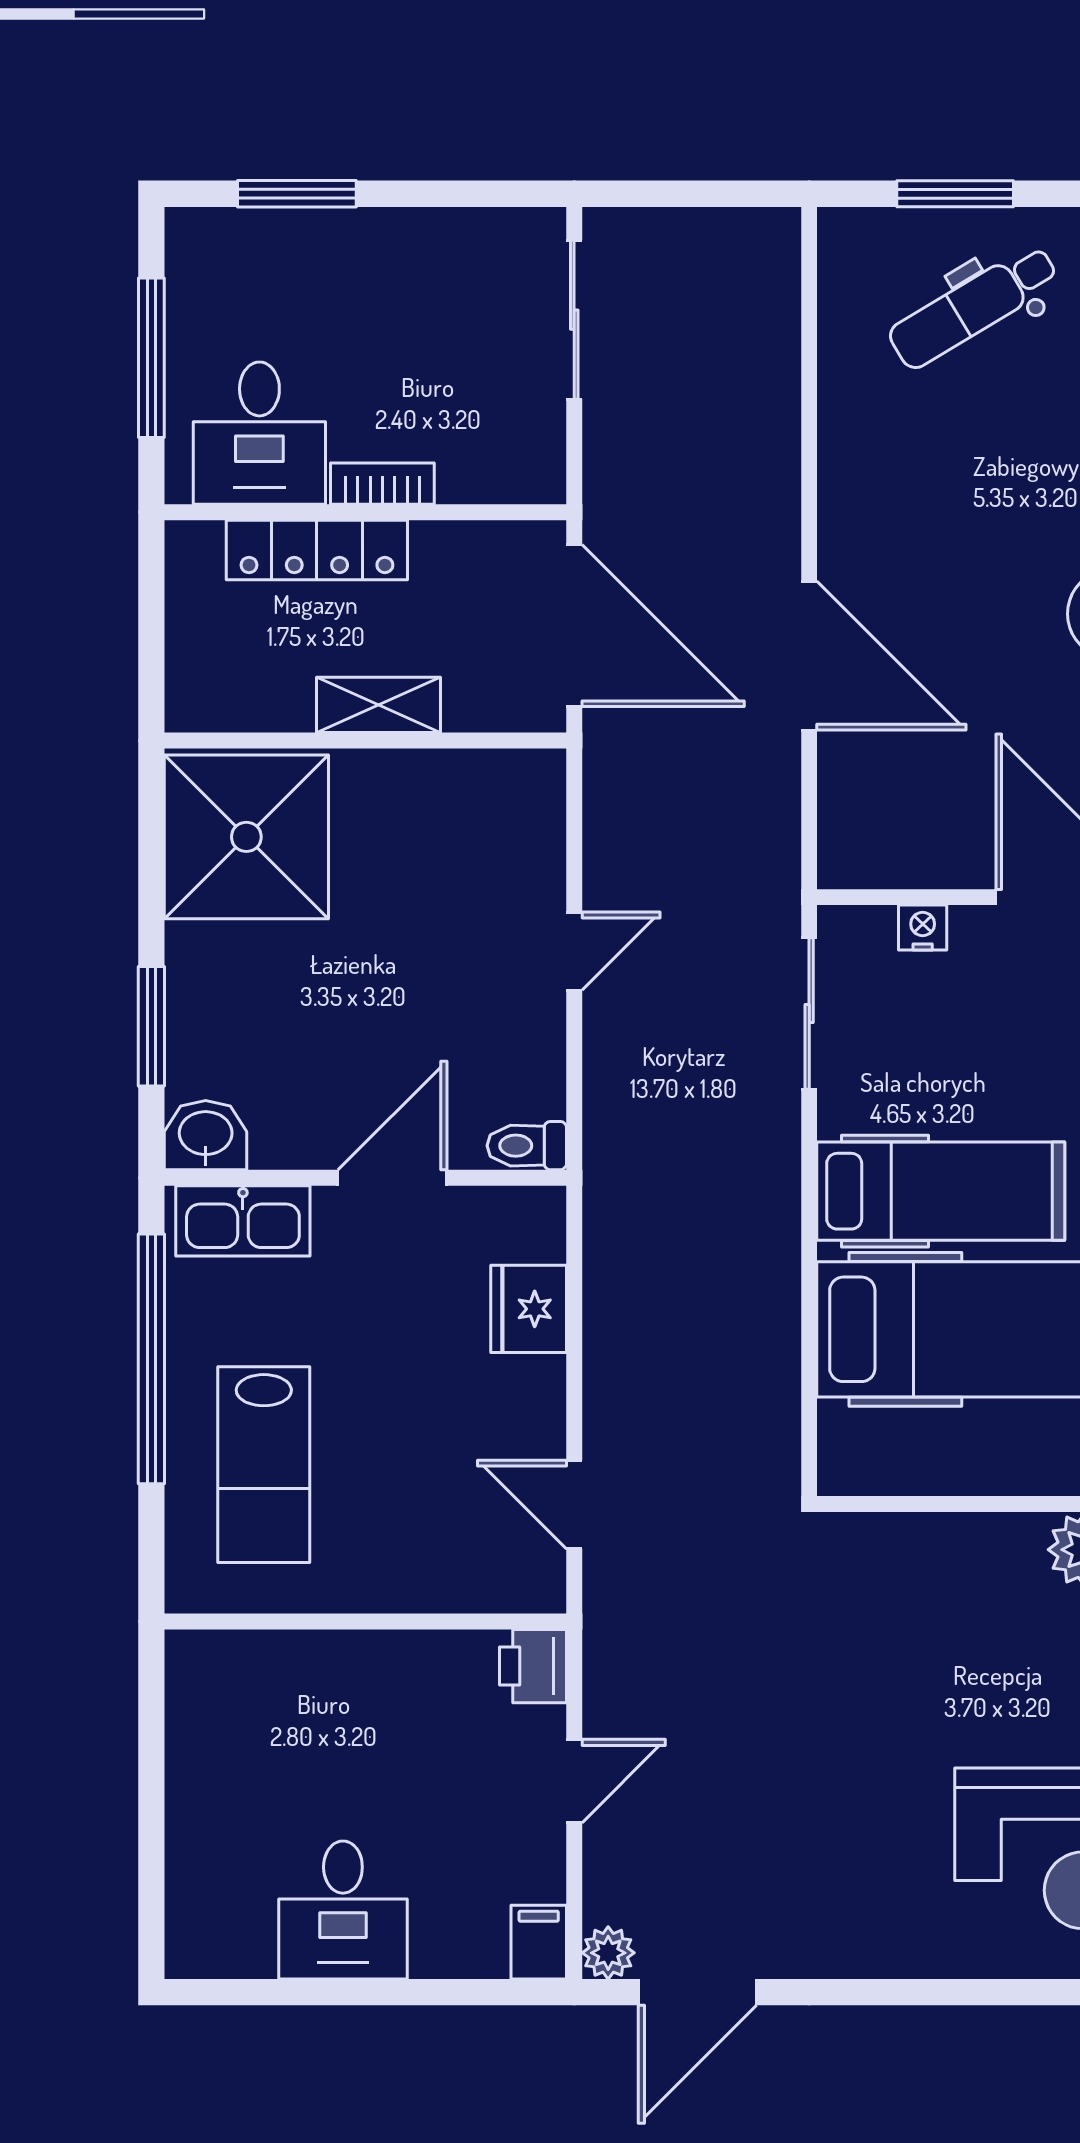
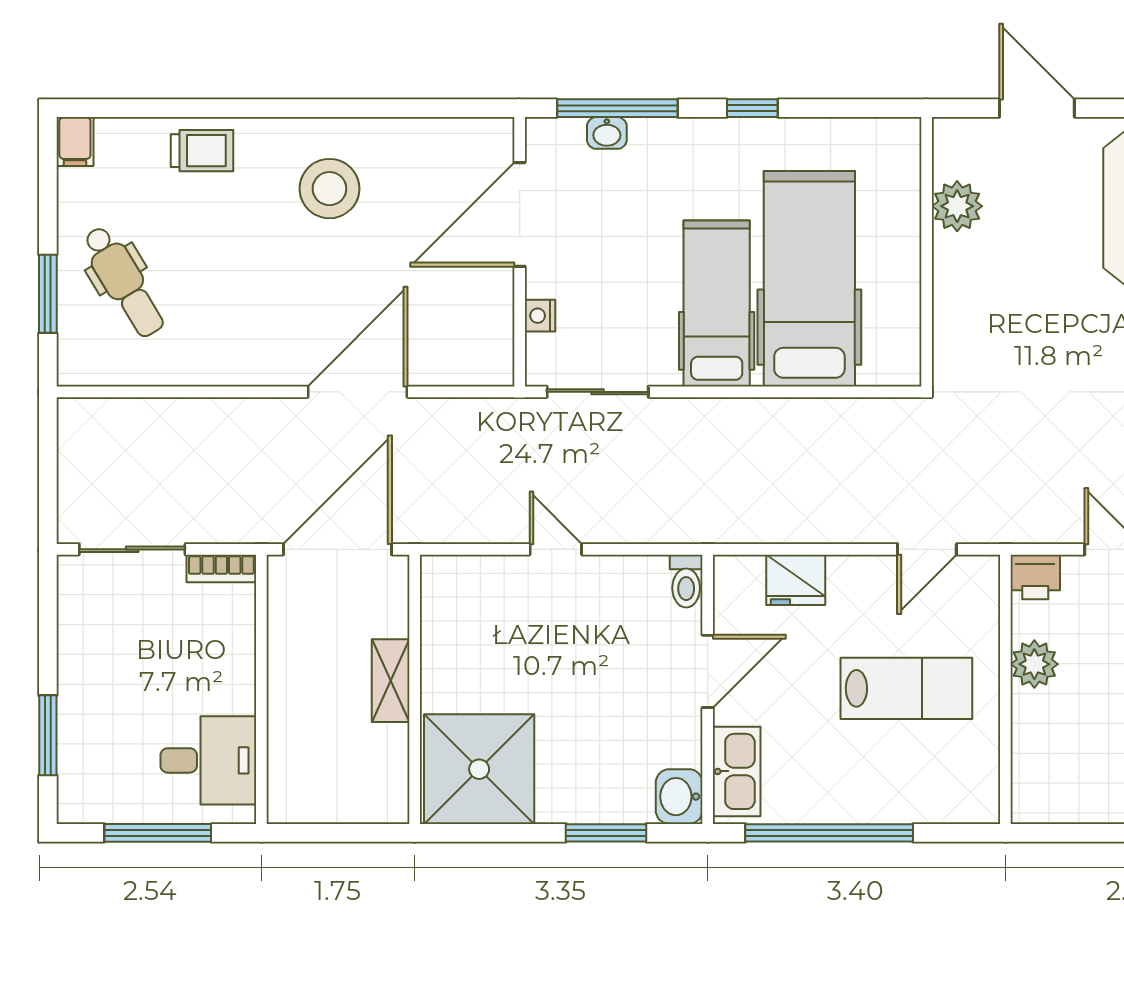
bookcase: (382, 484) -> (221, 568), moved, turned -90
locker: (317, 550) -> (287, 722), removed
door: (392, 1178) -> (708, 671), swing flipped
lab bench: (264, 1465) -> (906, 688), moved
plant: (403, 1665) -> (1034, 664), added

